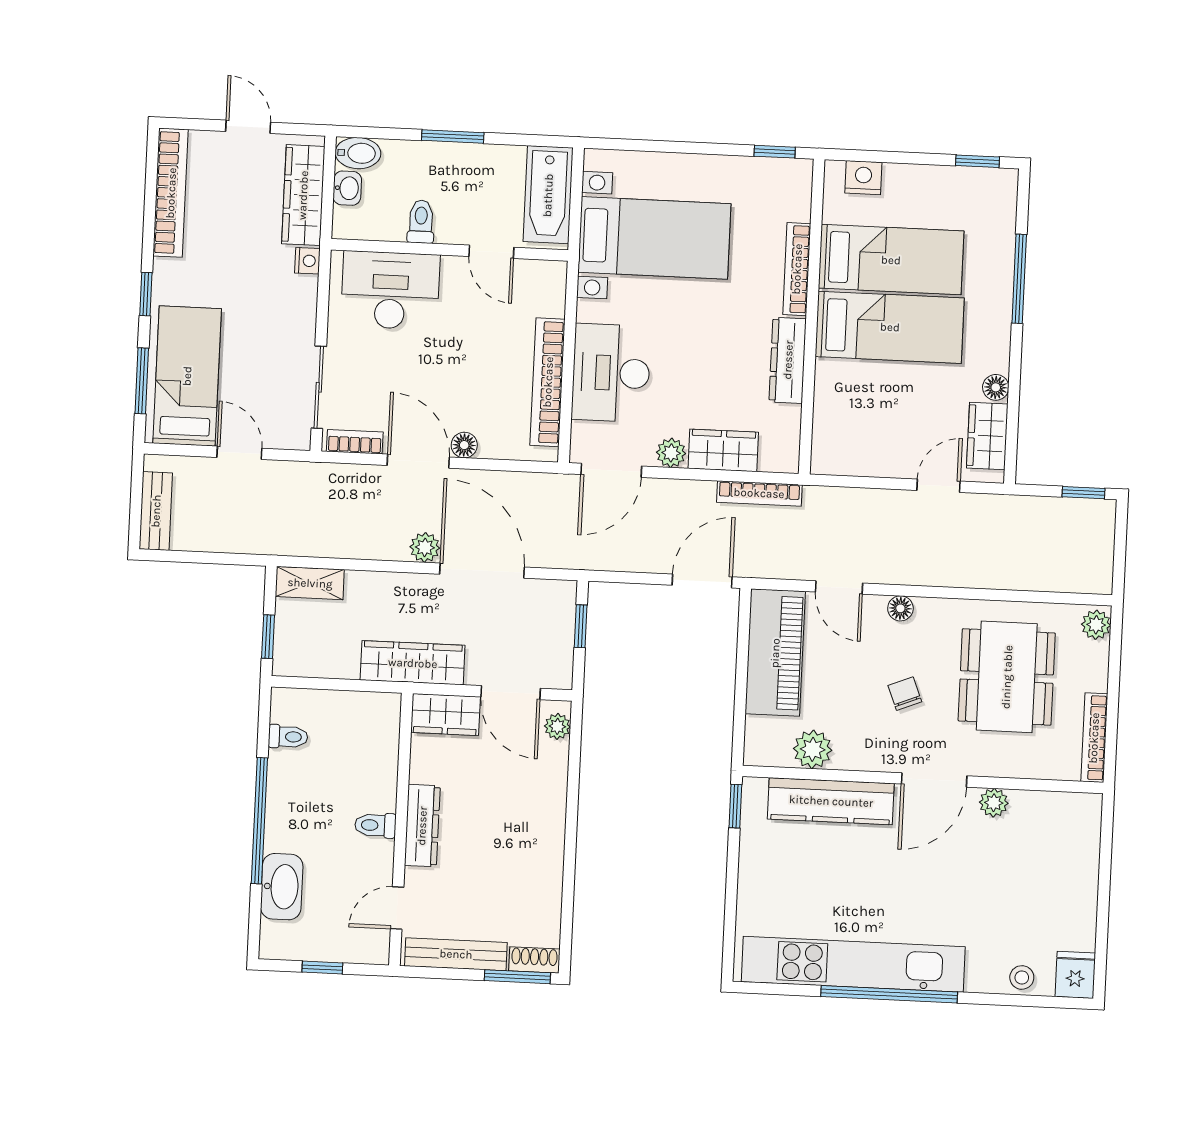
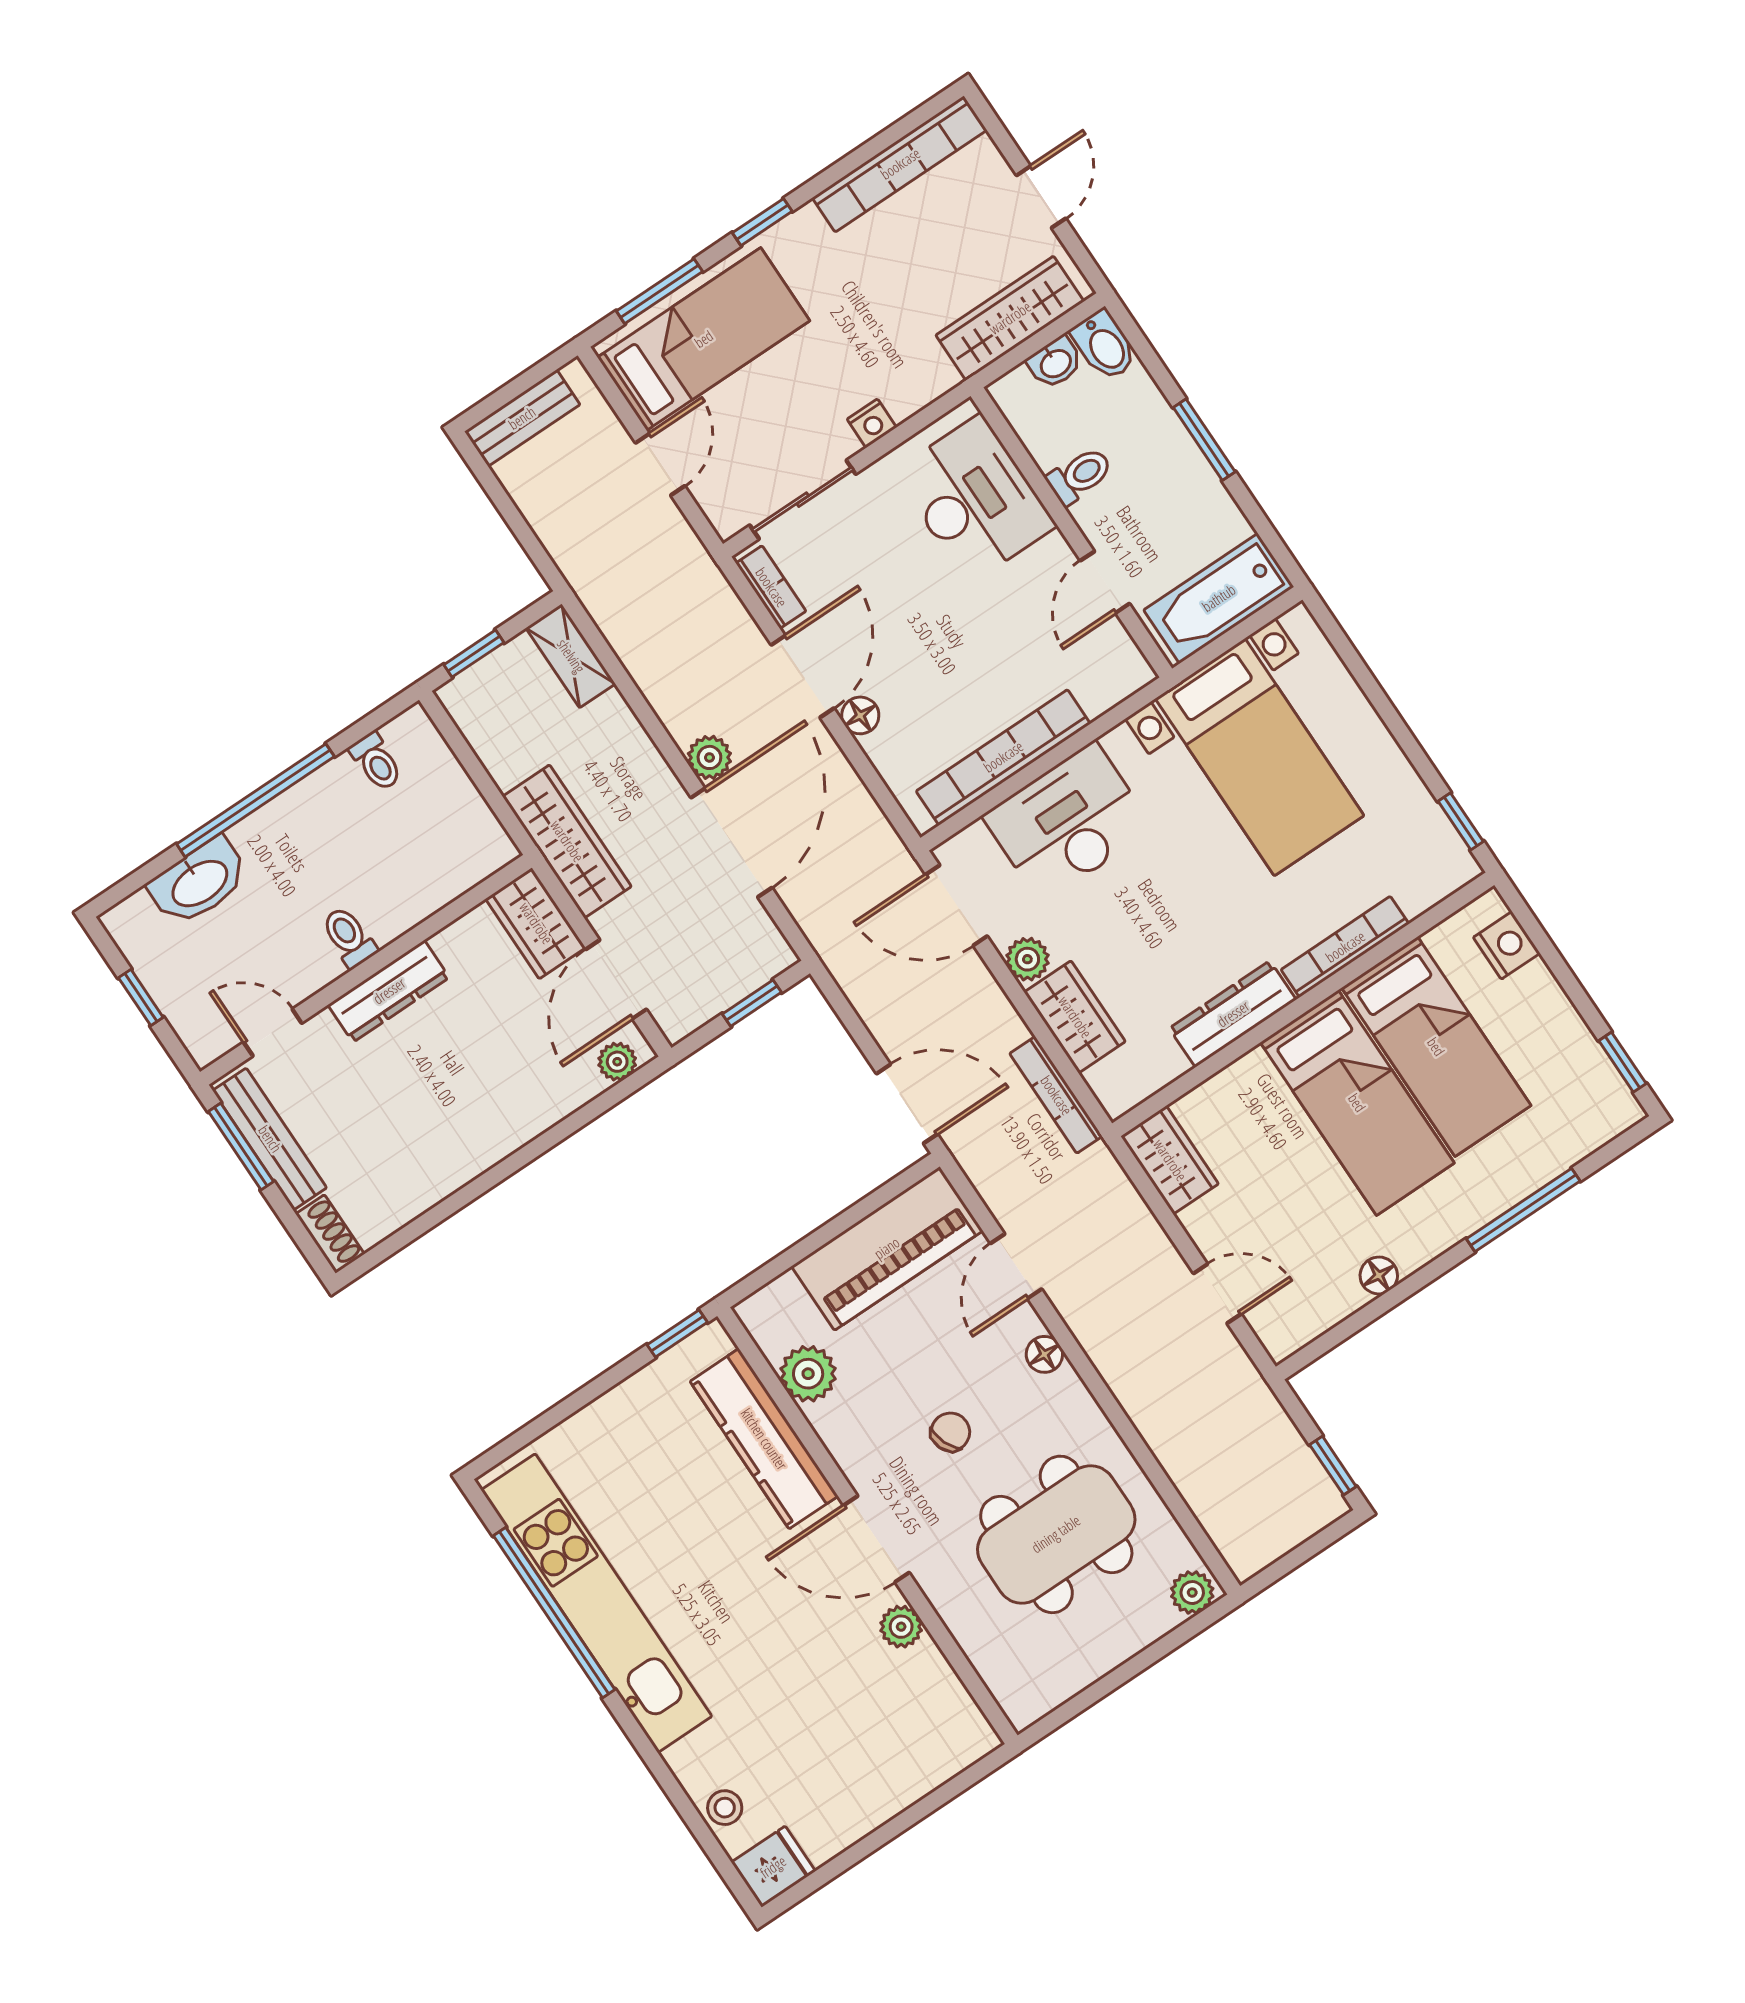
nightstand: (307, 261) -> (872, 423), moved
wardrobe: (987, 436) -> (1170, 1160), moved, turned 90
bookcase: (1094, 738) -> (1061, 1687), removed
window: (517, 977) -> (241, 1147), moved
window: (889, 994) -> (554, 1613), moved

